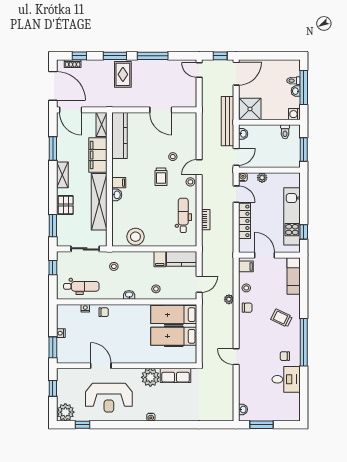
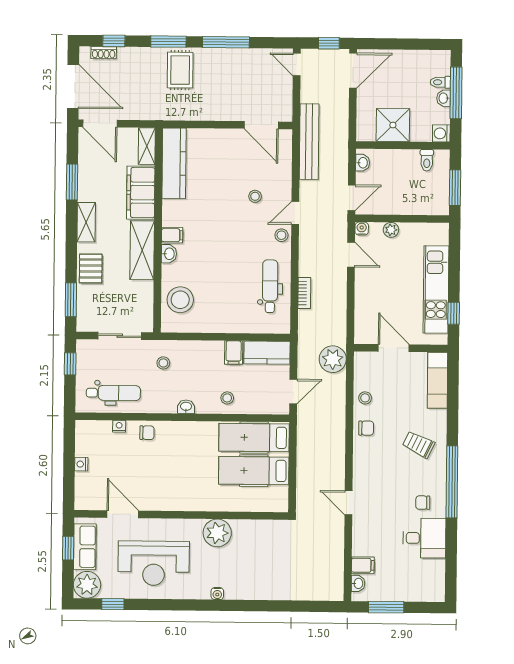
shower: (250, 109) -> (393, 125), moved
door: (161, 110) -> (261, 125), moved
bench: (227, 121) -> (309, 142), moved
trolley: (161, 177) -> (237, 227), removed
shelving: (99, 202) -> (142, 250), width x0.68
locker: (244, 221) -> (363, 296), removed
stool: (135, 237) -> (180, 300), moved
filing cabinet: (246, 266) -> (363, 565), moved
plant: (229, 299) -> (333, 359), moved, width x1.88, depth x1.88
window: (53, 347) -> (69, 486), removed
door: (101, 366) -> (123, 514), moved
row of seats: (176, 375) -> (85, 547), moved, turned -90

